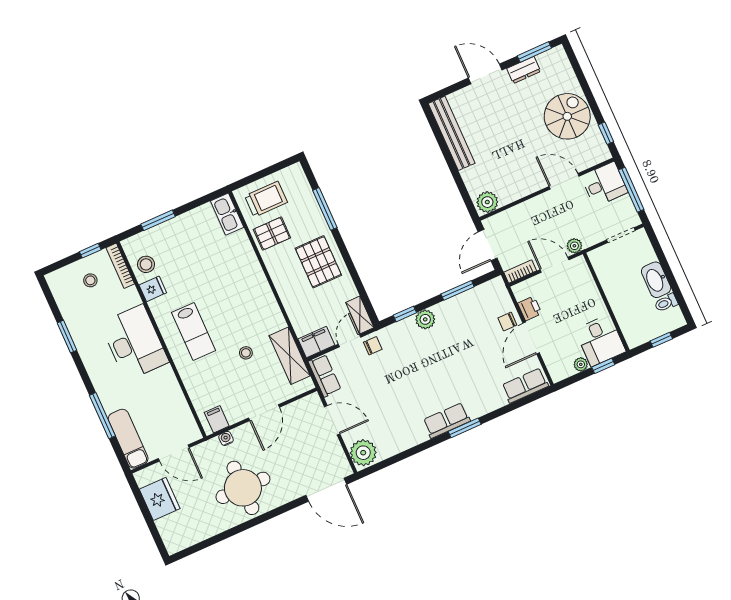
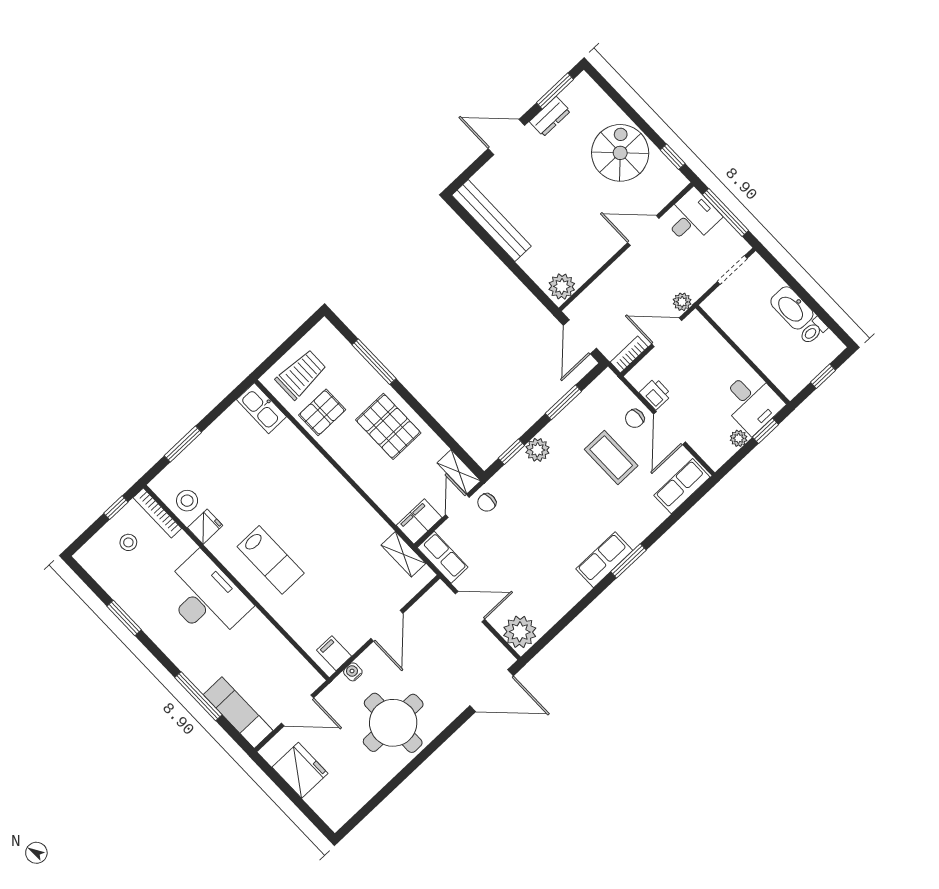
coffee table: (479, 345) -> (611, 457), added
chair: (373, 346) -> (487, 502), turned 180
stool: (246, 353) -> (341, 563), removed
shelving: (290, 356) -> (403, 554), width x0.67, depth x0.75

